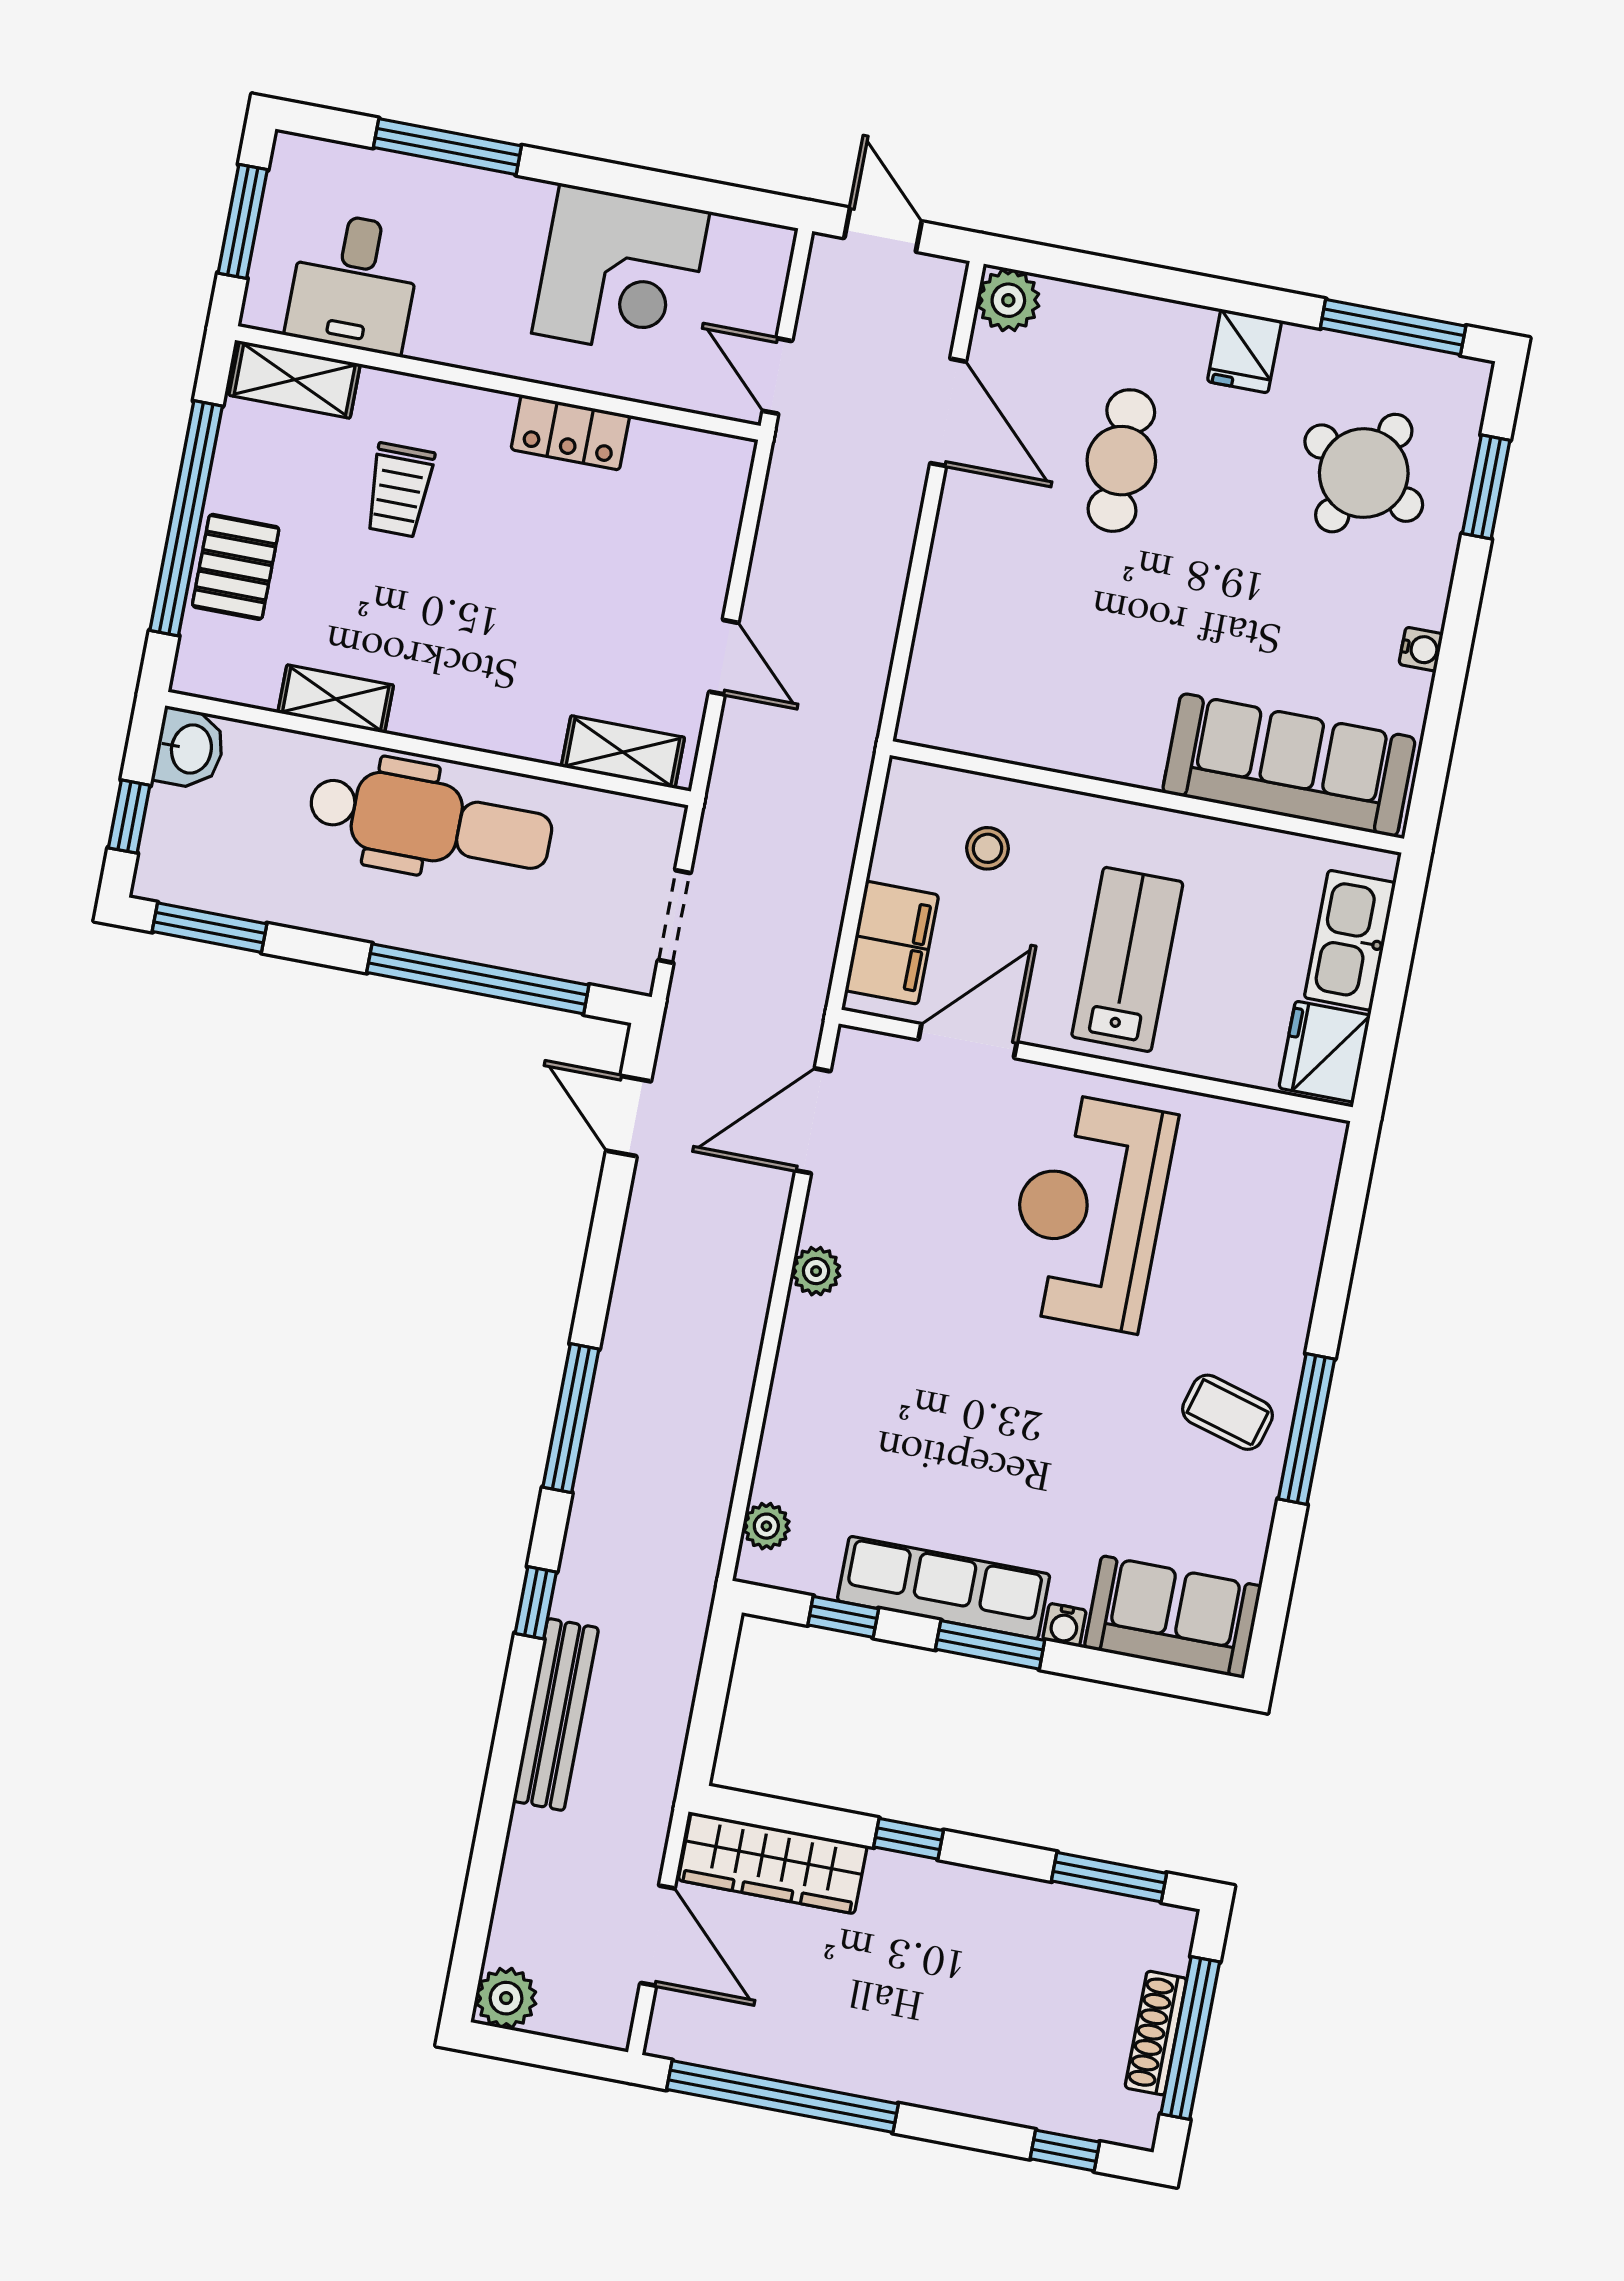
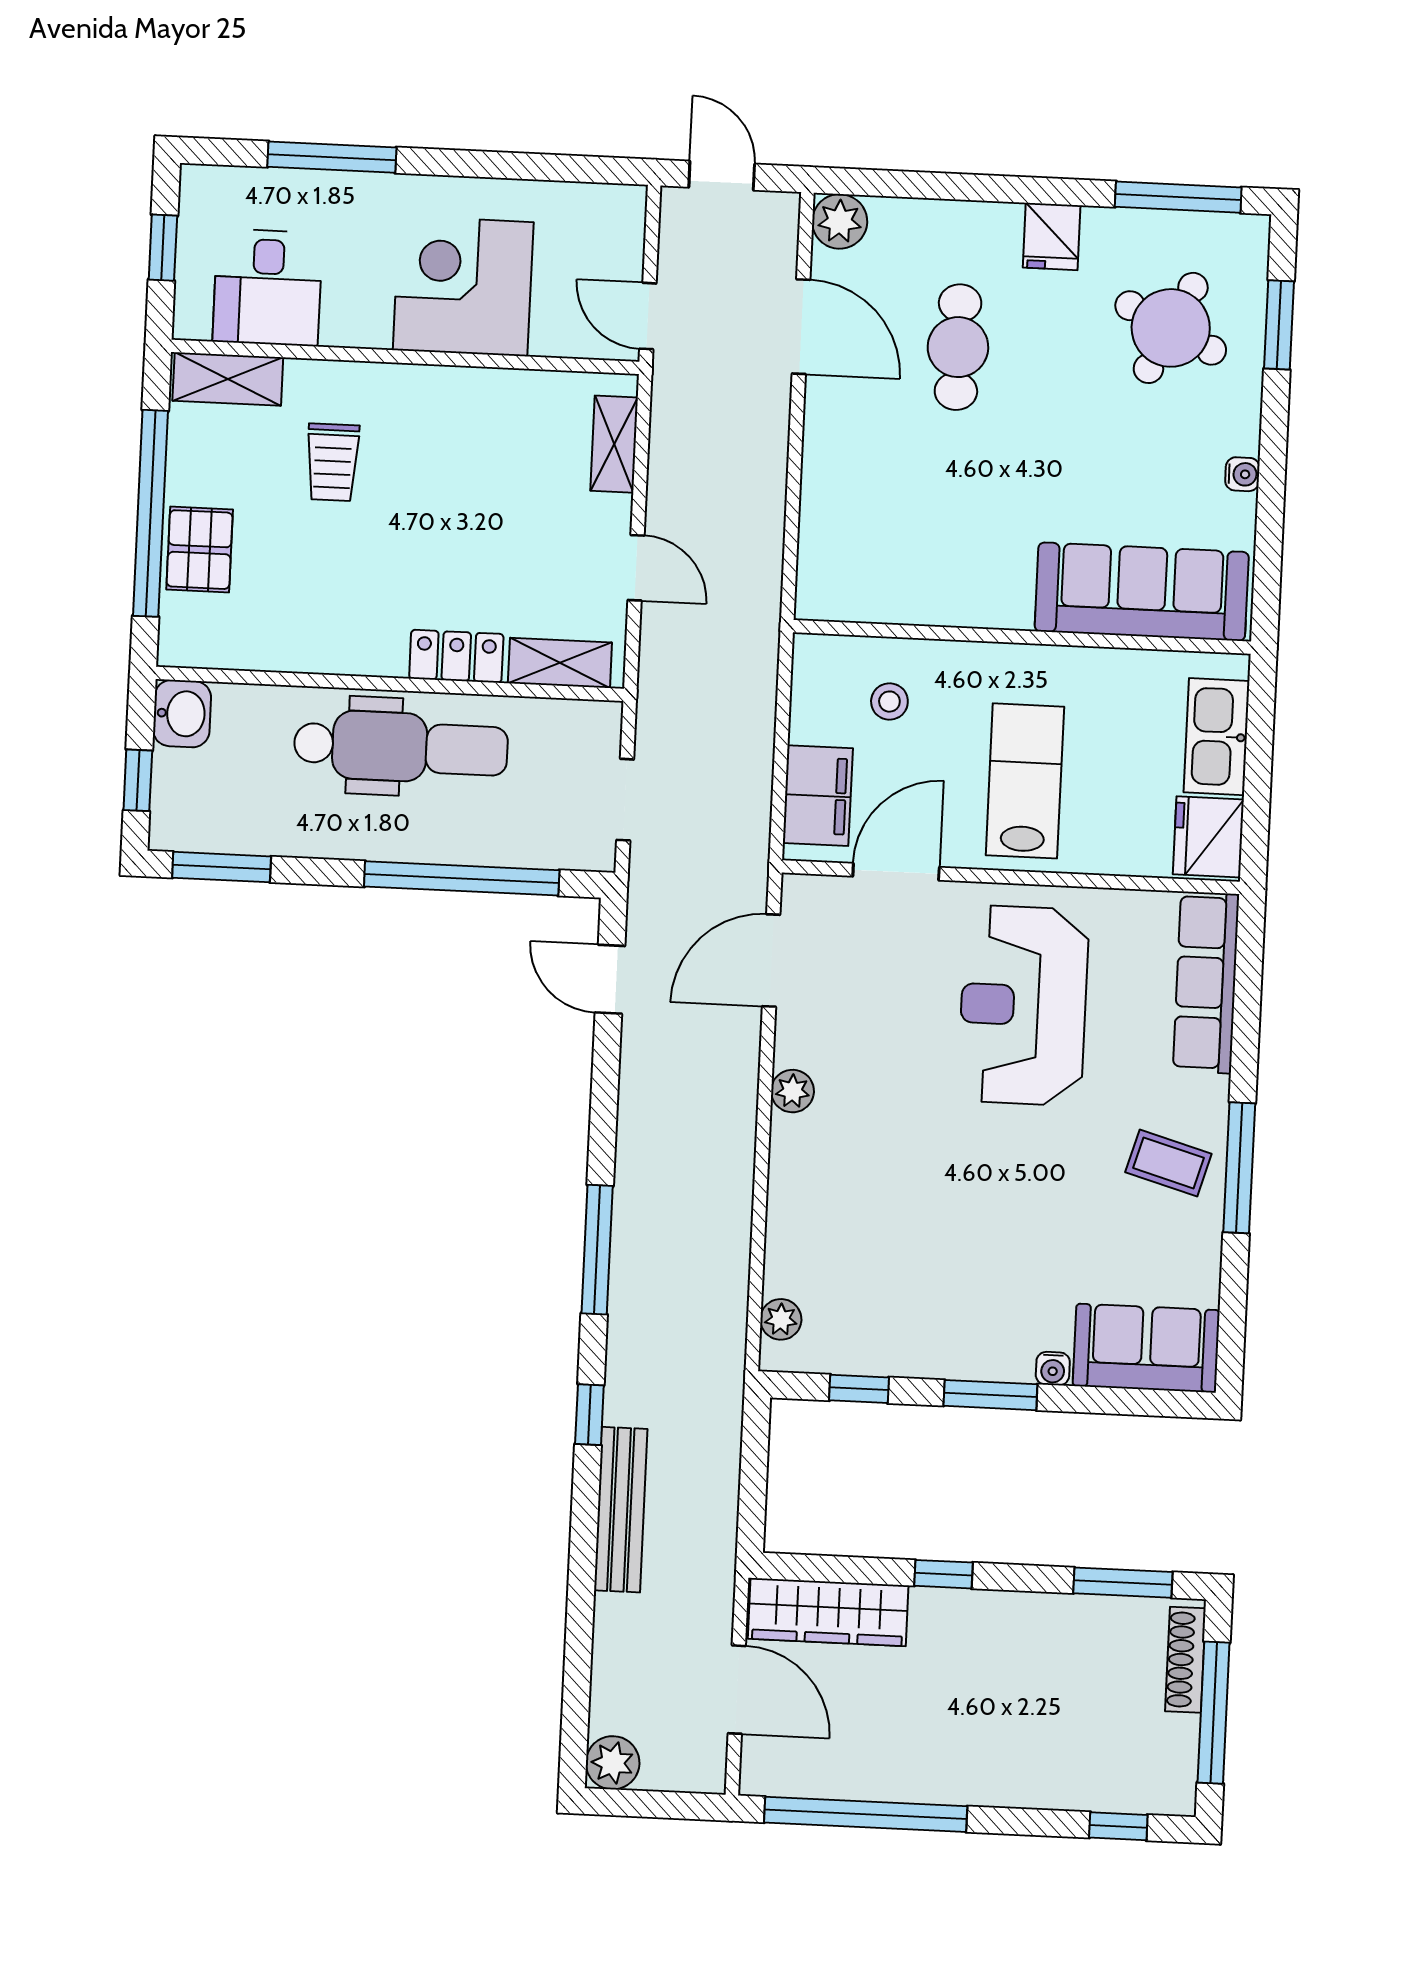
window: (243, 221) -> (163, 248), width x0.67
corner desk: (621, 272) -> (463, 286), moved, turned 180
locker: (570, 432) -> (456, 656), moved, turned 180
shelving: (336, 699) -> (614, 444), moved, turned 90
row of seats: (944, 1587) -> (1206, 983), moved, turned -90
shoe rack: (1156, 2033) -> (1185, 1660), moved

